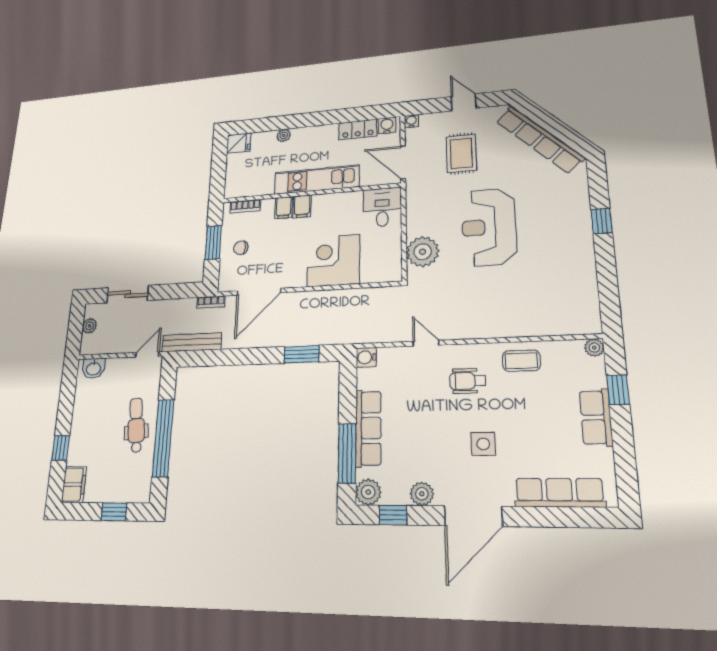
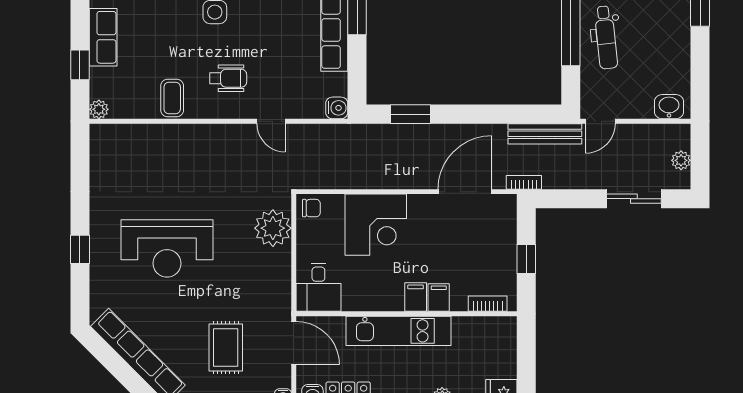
reception desk: (489, 227) -> (167, 248), moved, turned 90
window: (213, 242) -> (526, 259), width x0.67
chair: (241, 248) -> (311, 208), moved
coffee table: (521, 361) -> (172, 98), turned 90

